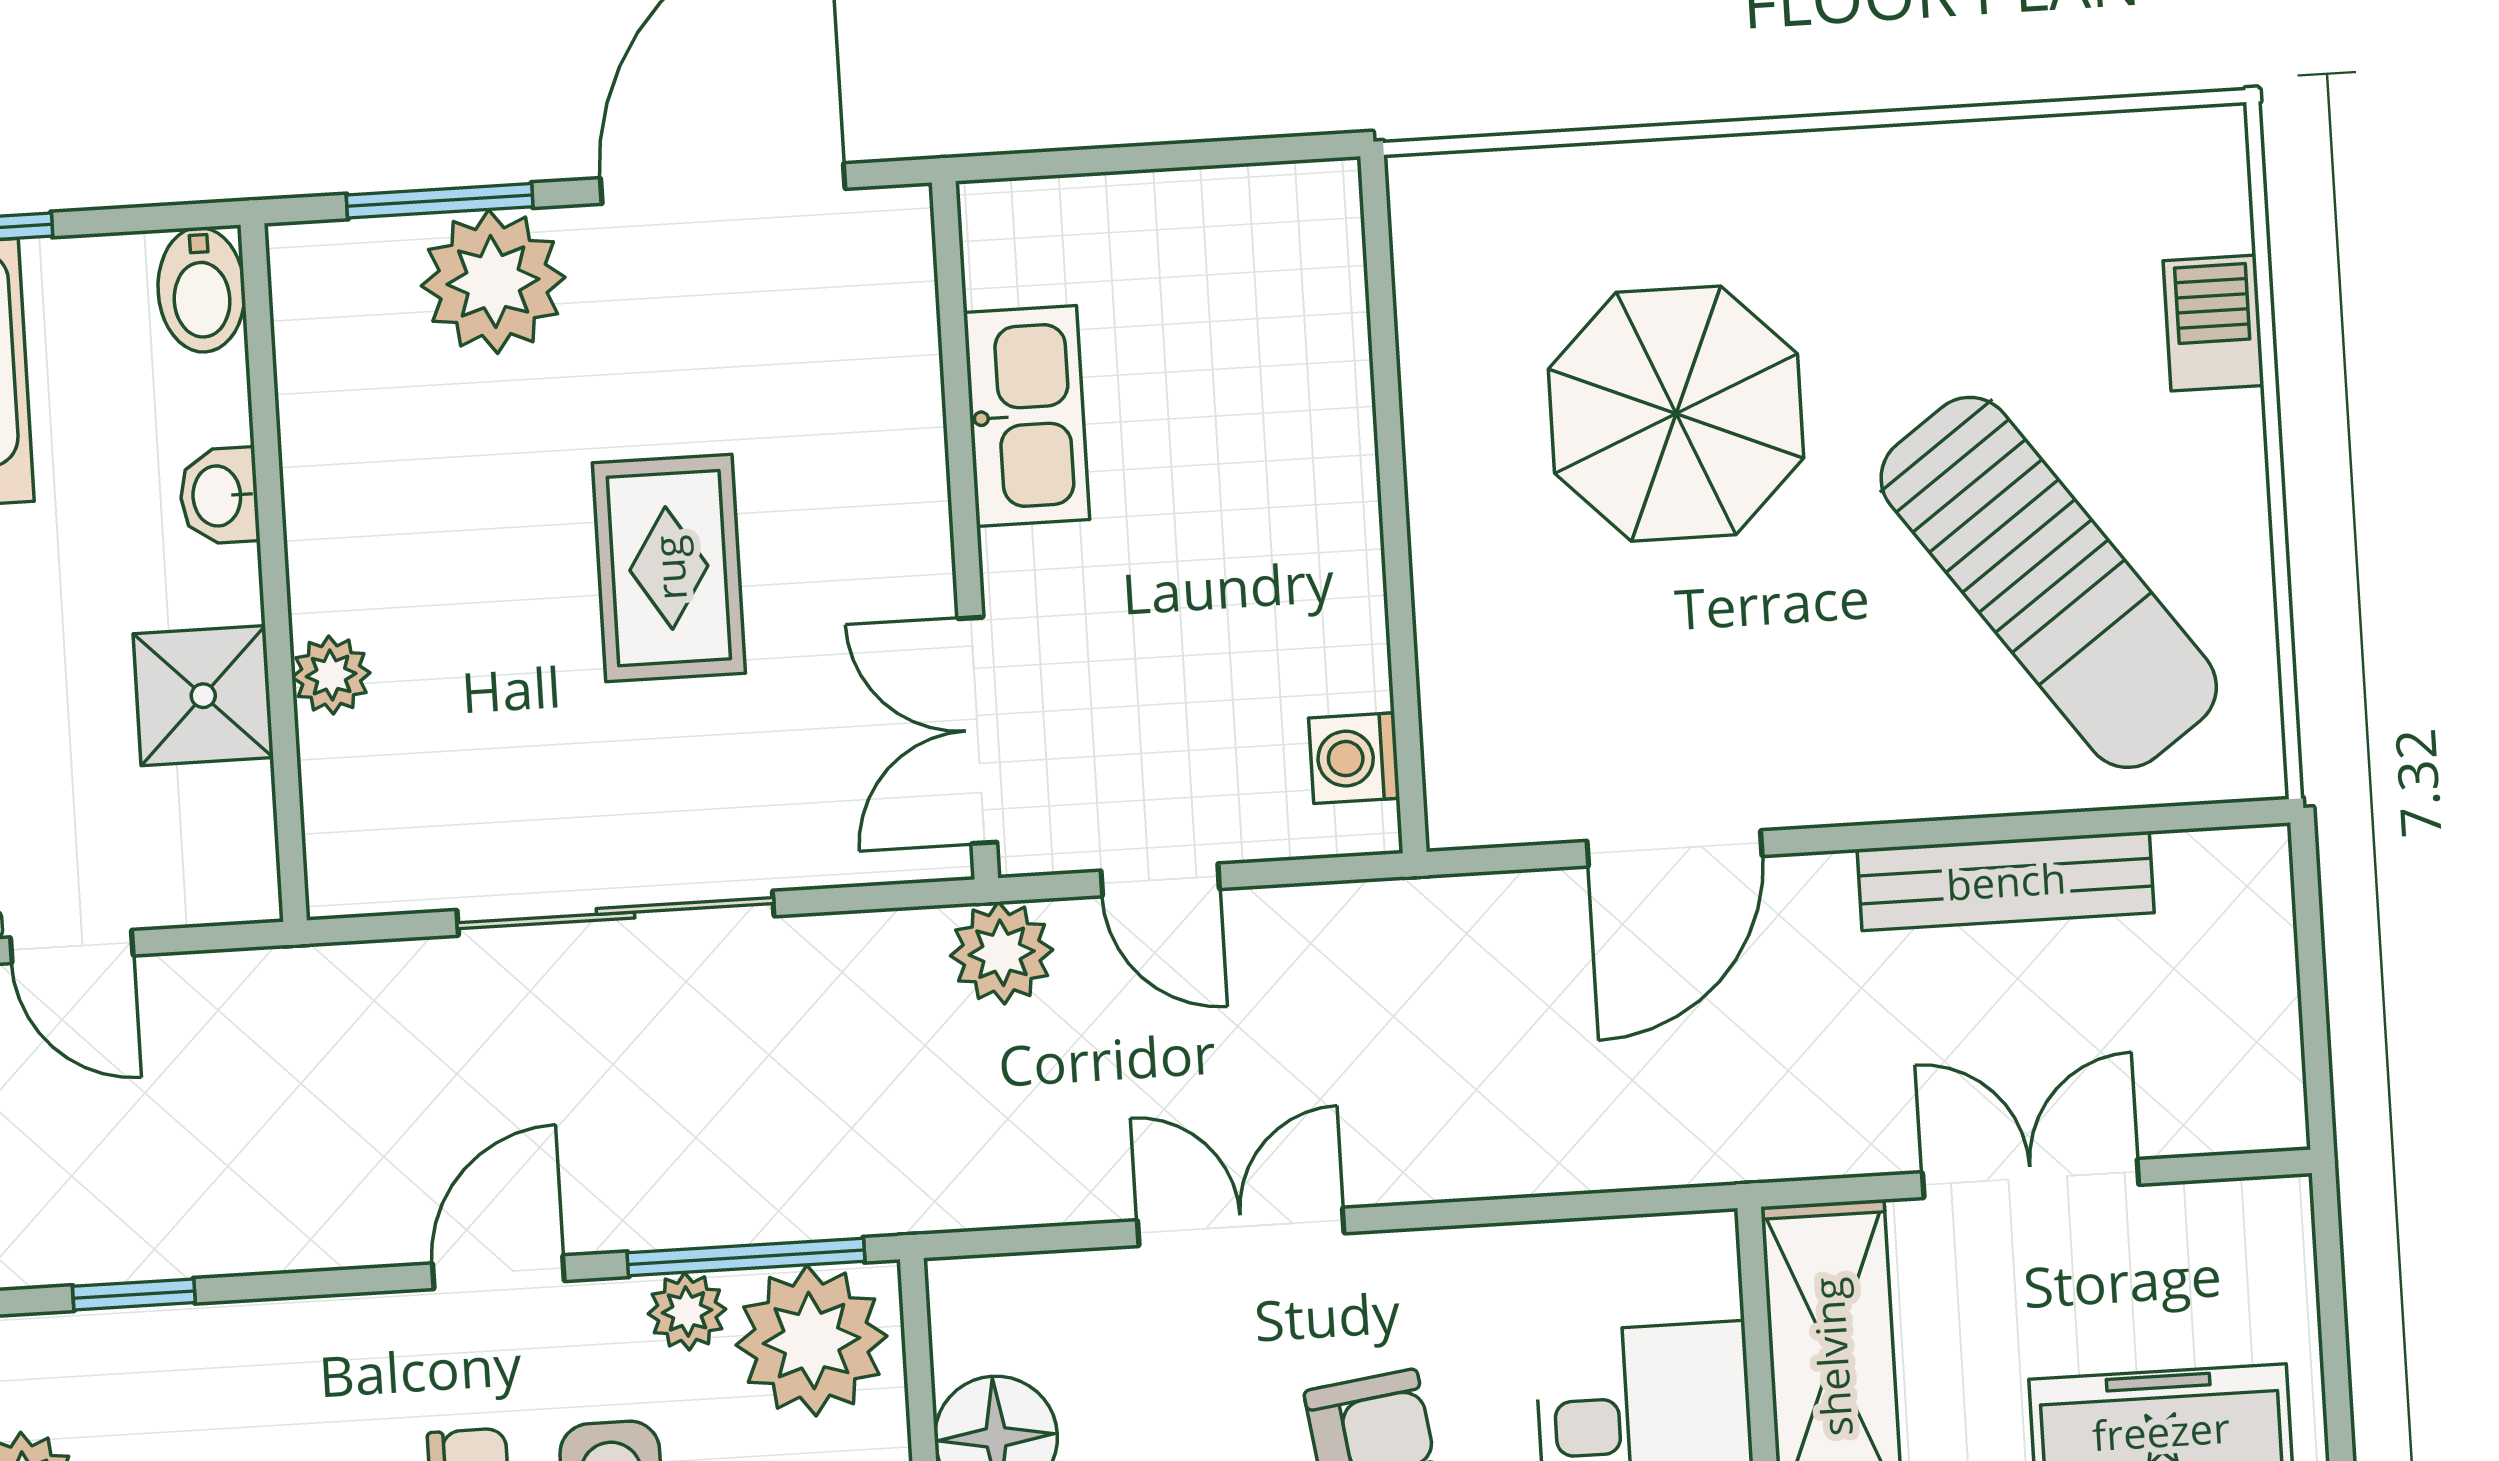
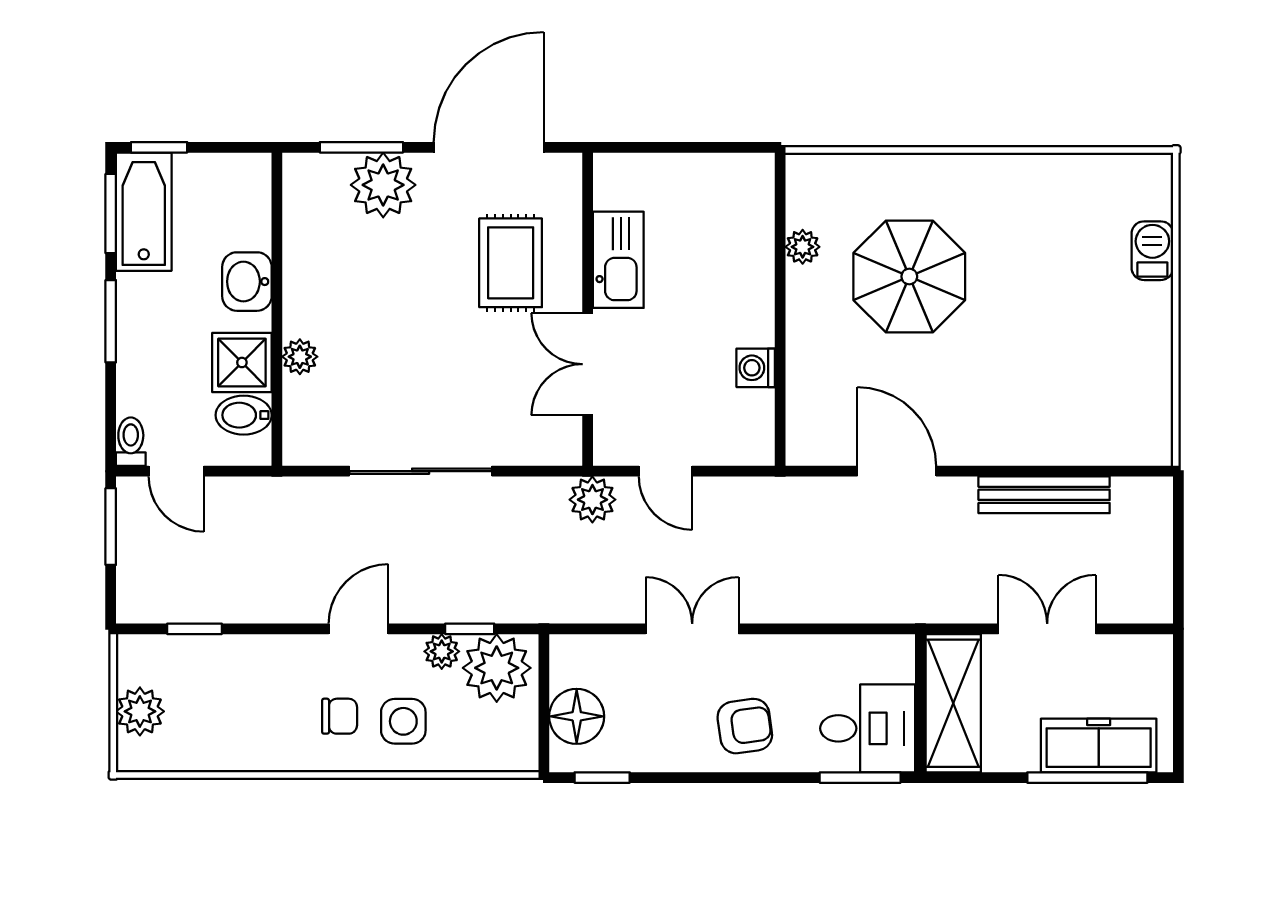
bidet: (201, 290) -> (244, 415), moved, turned 90
plant: (1435, 362) -> (803, 247), added
washbasin: (219, 496) -> (247, 282), width x1.38, depth x1.45
rug: (669, 568) -> (511, 263), moved
sun lounger: (2049, 582) -> (1072, 362), removed
double door: (977, 730) -> (588, 364), moved
washing machine: (1354, 758) -> (756, 368), moved
door: (1674, 848) -> (897, 471), swing flipped
window: (746, 1257) -> (470, 629), width x0.46

